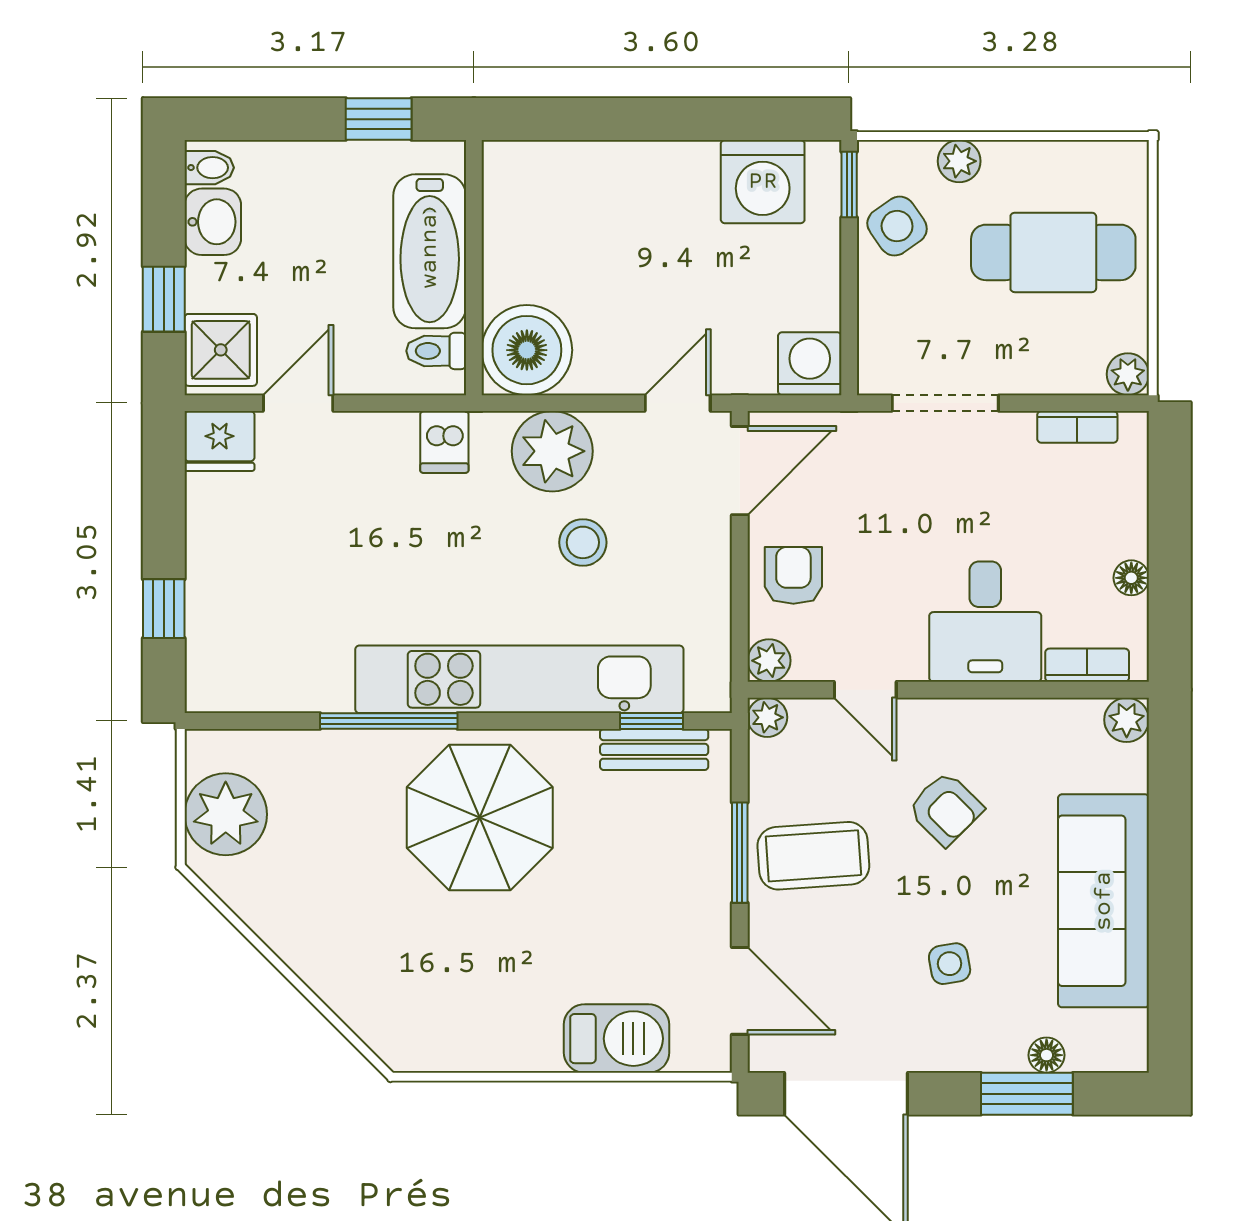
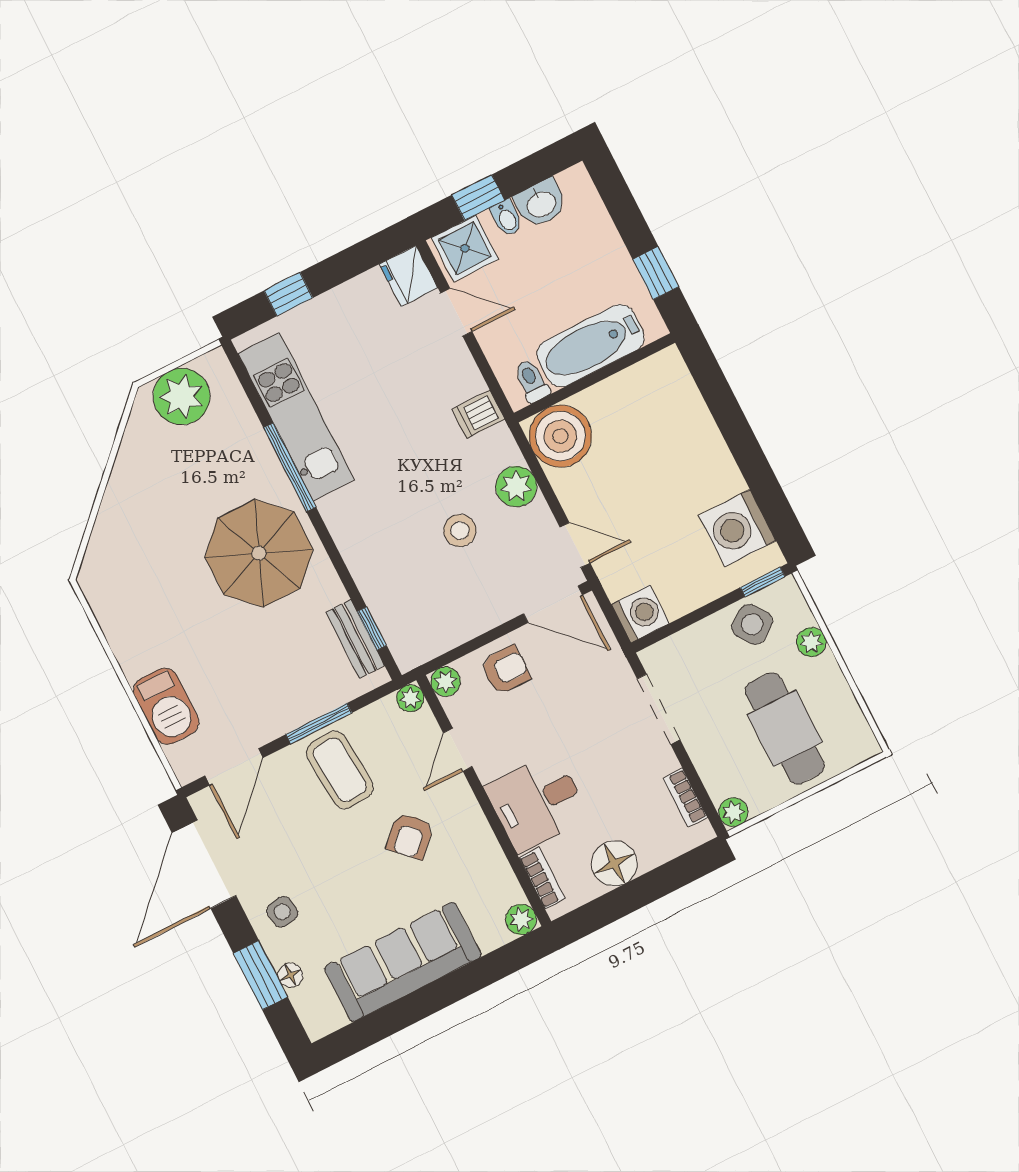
bidet: (209, 168) -> (507, 218), moved
plant: (552, 451) -> (516, 487), width x0.73, depth x0.73
floor lamp: (1131, 578) -> (614, 863), width x1.89, depth x1.89
kitchen unit: (519, 679) -> (296, 417), moved, width x0.73
side table: (950, 964) -> (282, 912), moved

